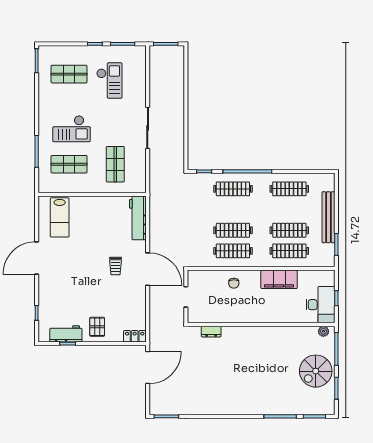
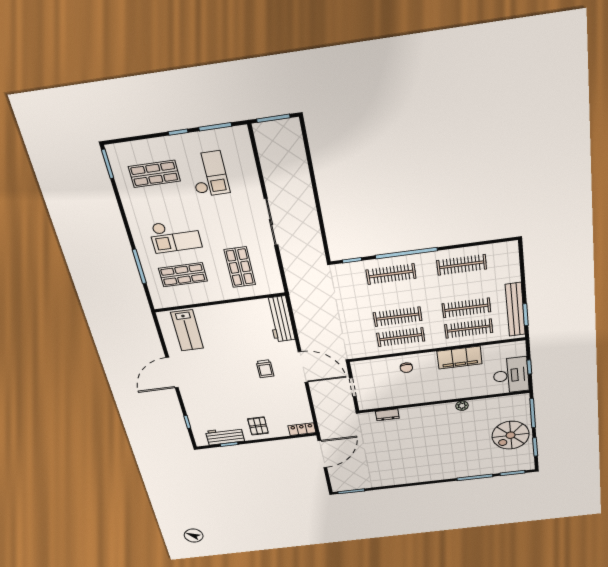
bench: (328, 217) -> (515, 309), moved
plant: (323, 331) -> (462, 406), moved

